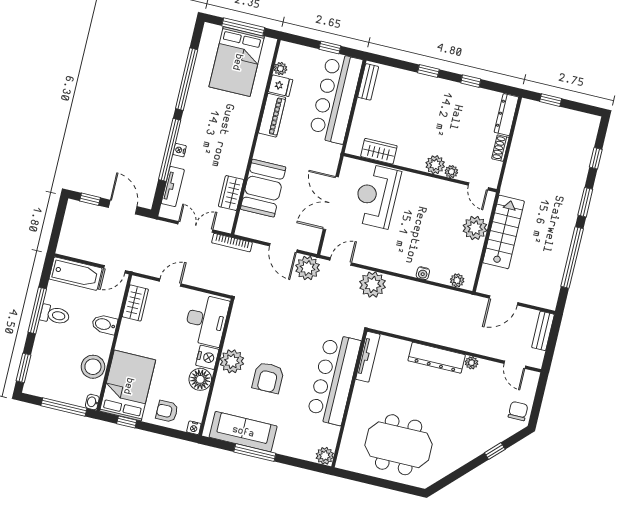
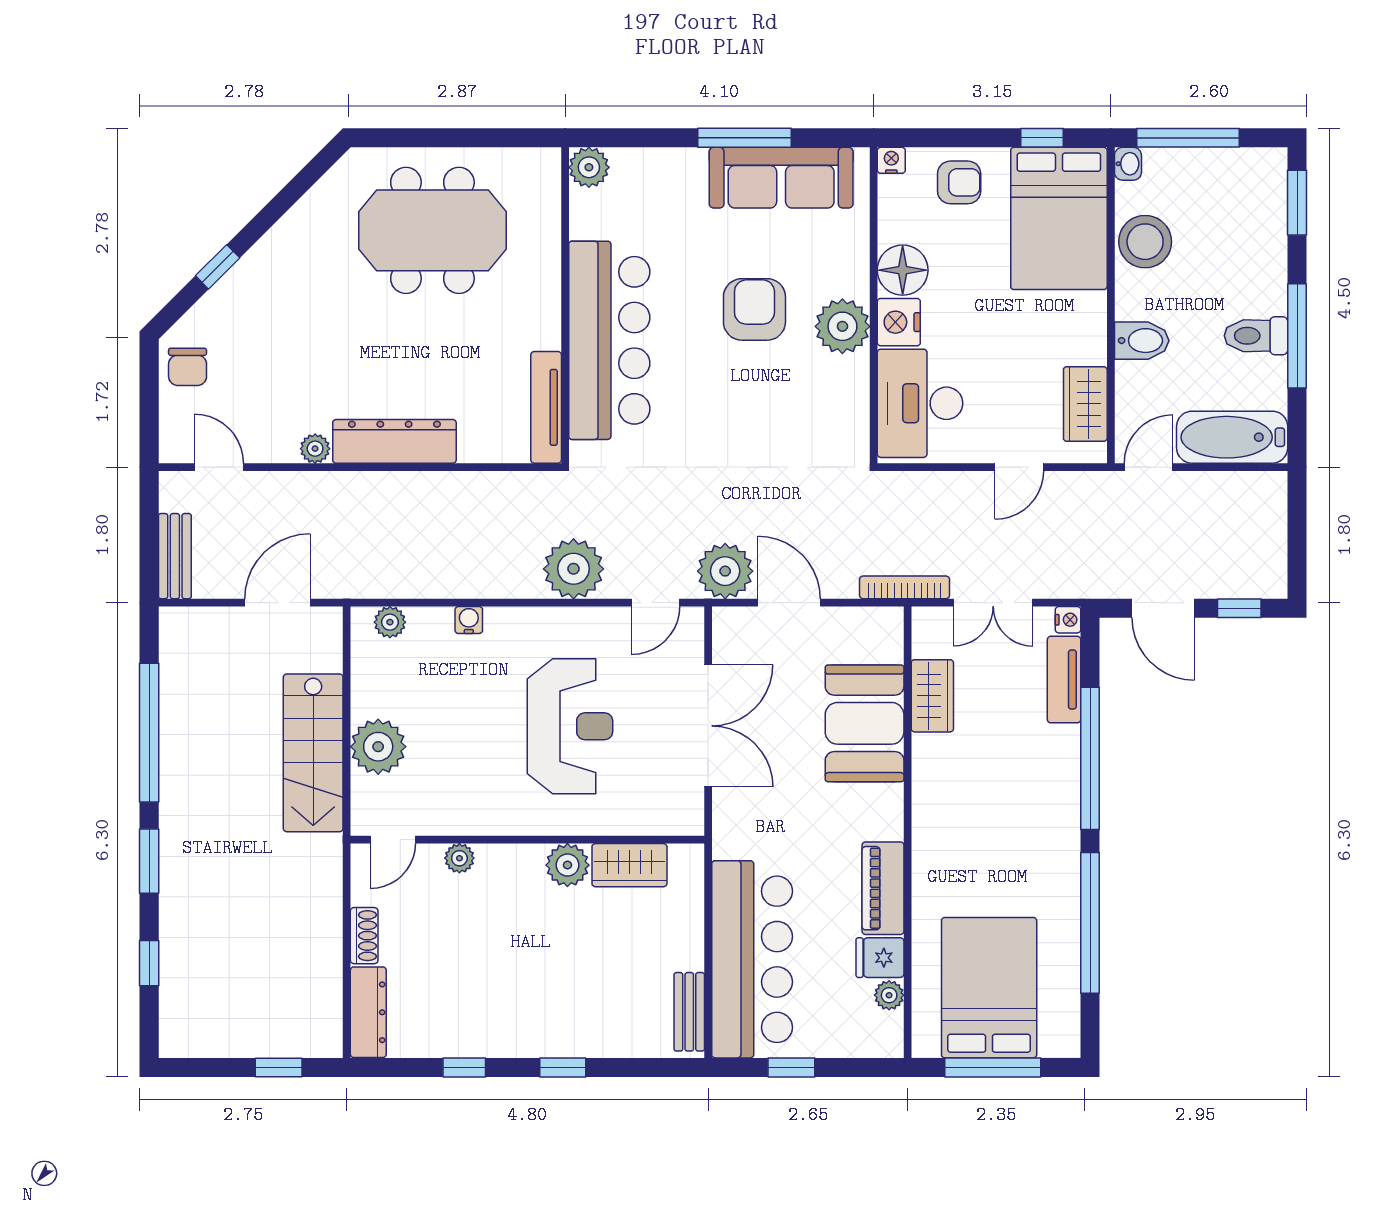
nightstand: (180, 150) -> (1068, 620), moved
plant: (435, 165) -> (567, 865), moved
door: (478, 186) -> (393, 840), swing flipped
reception desk: (377, 196) -> (570, 726), moved

